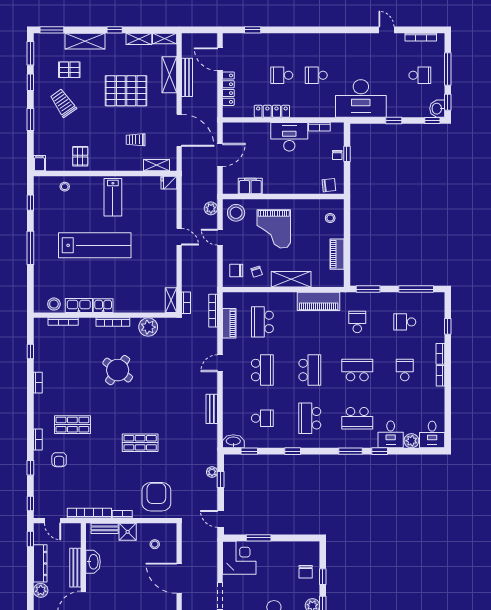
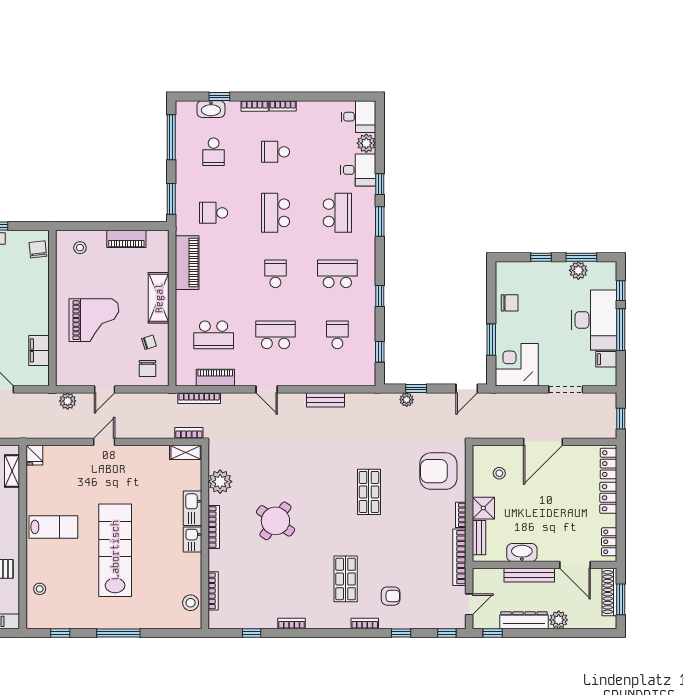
stool: (236, 213) -> (73, 369), removed
kitchen sink: (79, 305) -> (192, 508), moved
school desk: (310, 370) -> (275, 274), width x0.54
school desk: (310, 418) -> (337, 274), turned 180
washbasin: (233, 441) -> (211, 109), moved, turned -90
chair: (306, 572) -> (510, 303), moved

